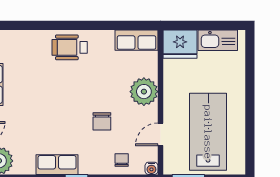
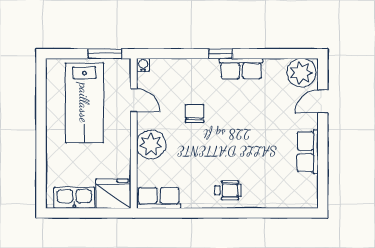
wheelchair: (70, 47) -> (228, 190), width x0.73, depth x0.73
door: (160, 134) -> (134, 100), hinge flipped
chair: (122, 160) -> (174, 73), removed

